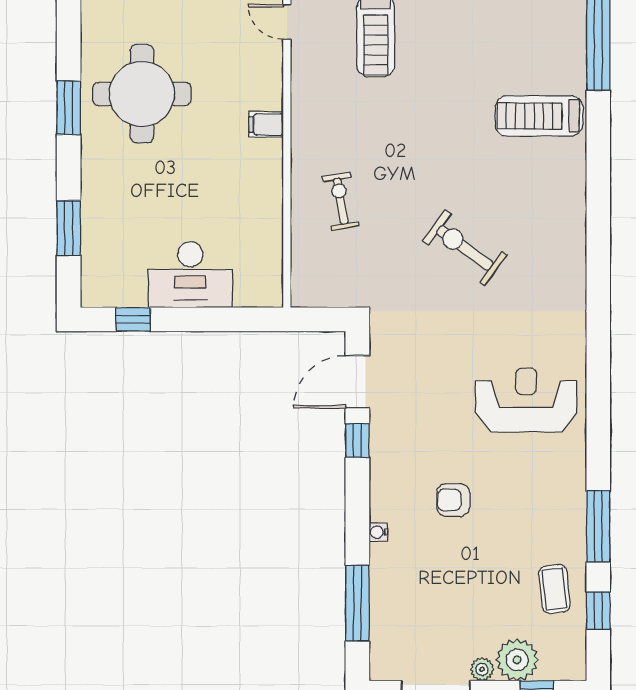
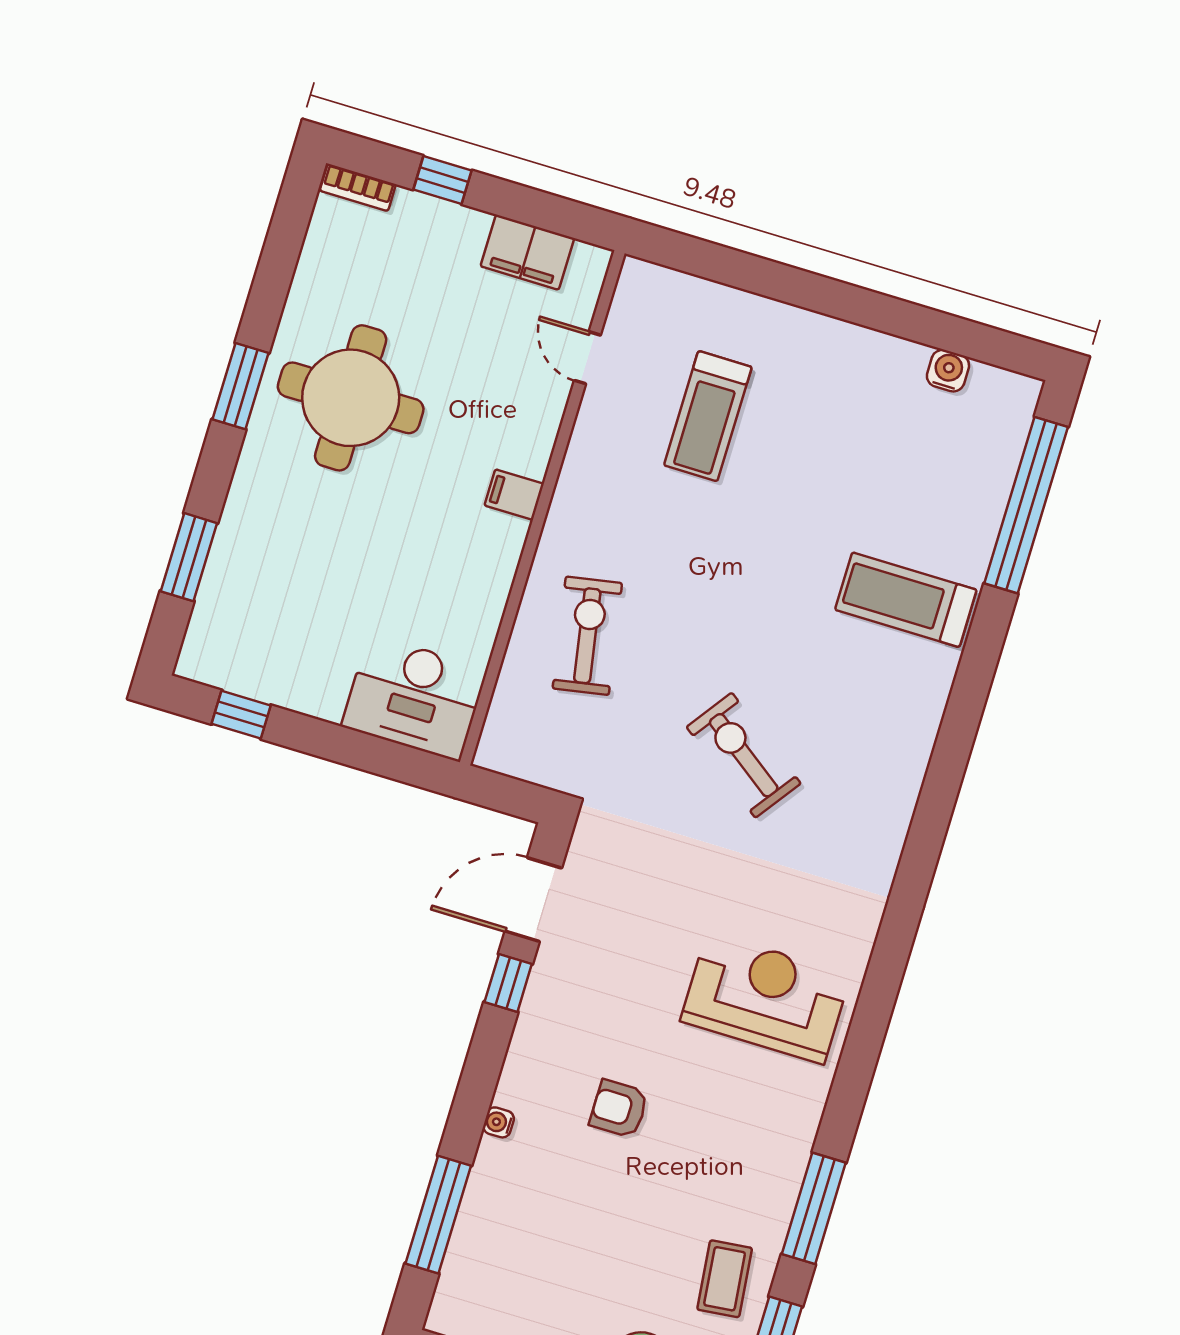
exercise bike: (341, 201) -> (587, 636), width x1.38, depth x1.39
desk: (190, 275) -> (414, 698), moved

